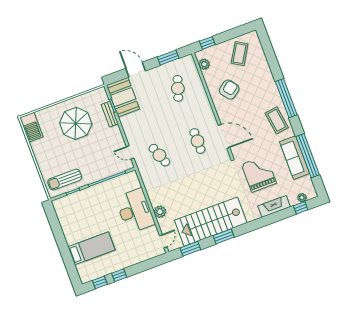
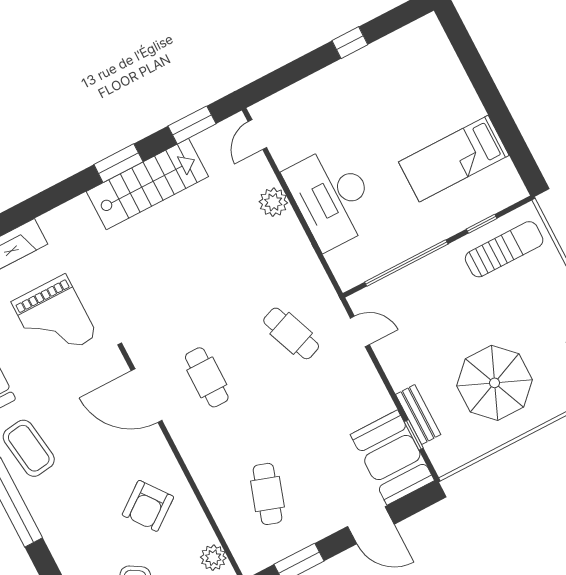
stairs: (211, 222) -> (147, 184), width x0.73, depth x0.66
bed: (91, 248) -> (454, 159), moved
window: (100, 282) -> (392, 21), removed

